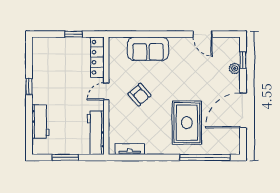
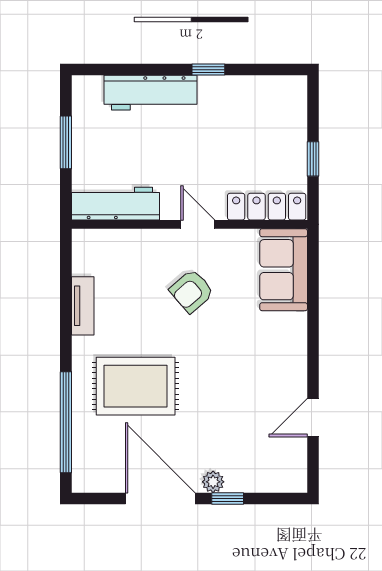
sofa: (148, 49) -> (284, 270), moved
window: (243, 60) -> (228, 498), moved
plant: (235, 68) -> (213, 482), moved
workbench: (40, 121) -> (151, 93), width x1.38
tv unit: (130, 149) -> (83, 306), moved

